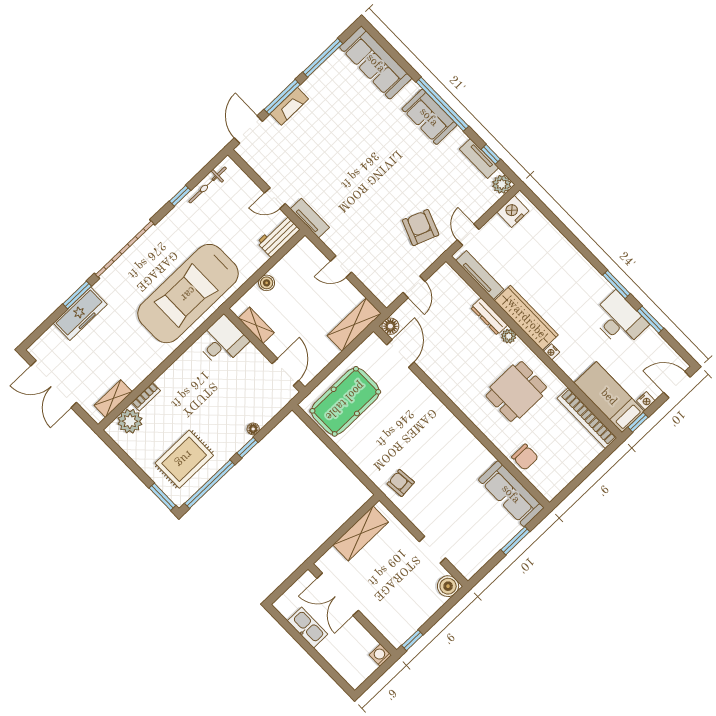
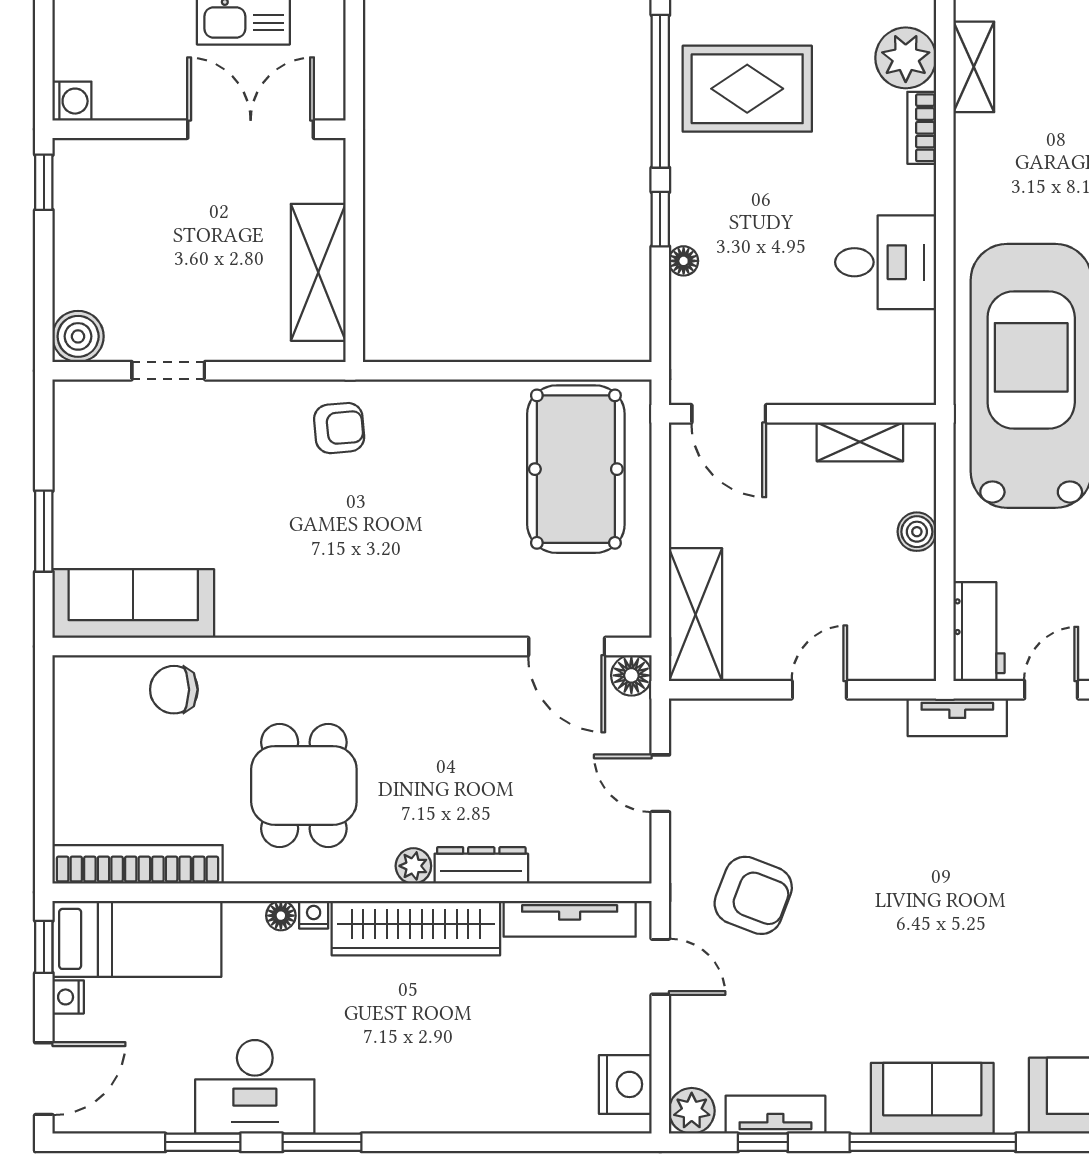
desk: (222, 341) -> (886, 262), moved, turned -90
floor lamp: (561, 361) -> (281, 916), added
rug: (184, 459) -> (747, 89), turned 90

